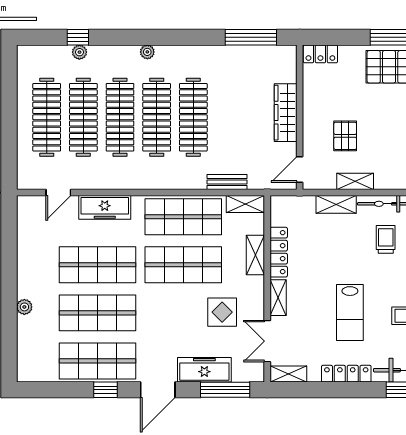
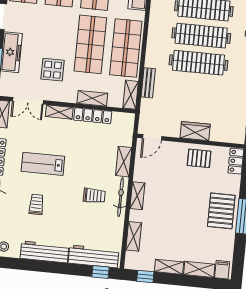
wardrobe: (286, 113) -> (195, 131), width x0.67
pallet: (345, 136) -> (199, 158), moved
door: (300, 169) -> (152, 137), swing flipped
shelving: (355, 181) -> (137, 196), moved
double door: (267, 341) -> (28, 101), swing flipped

